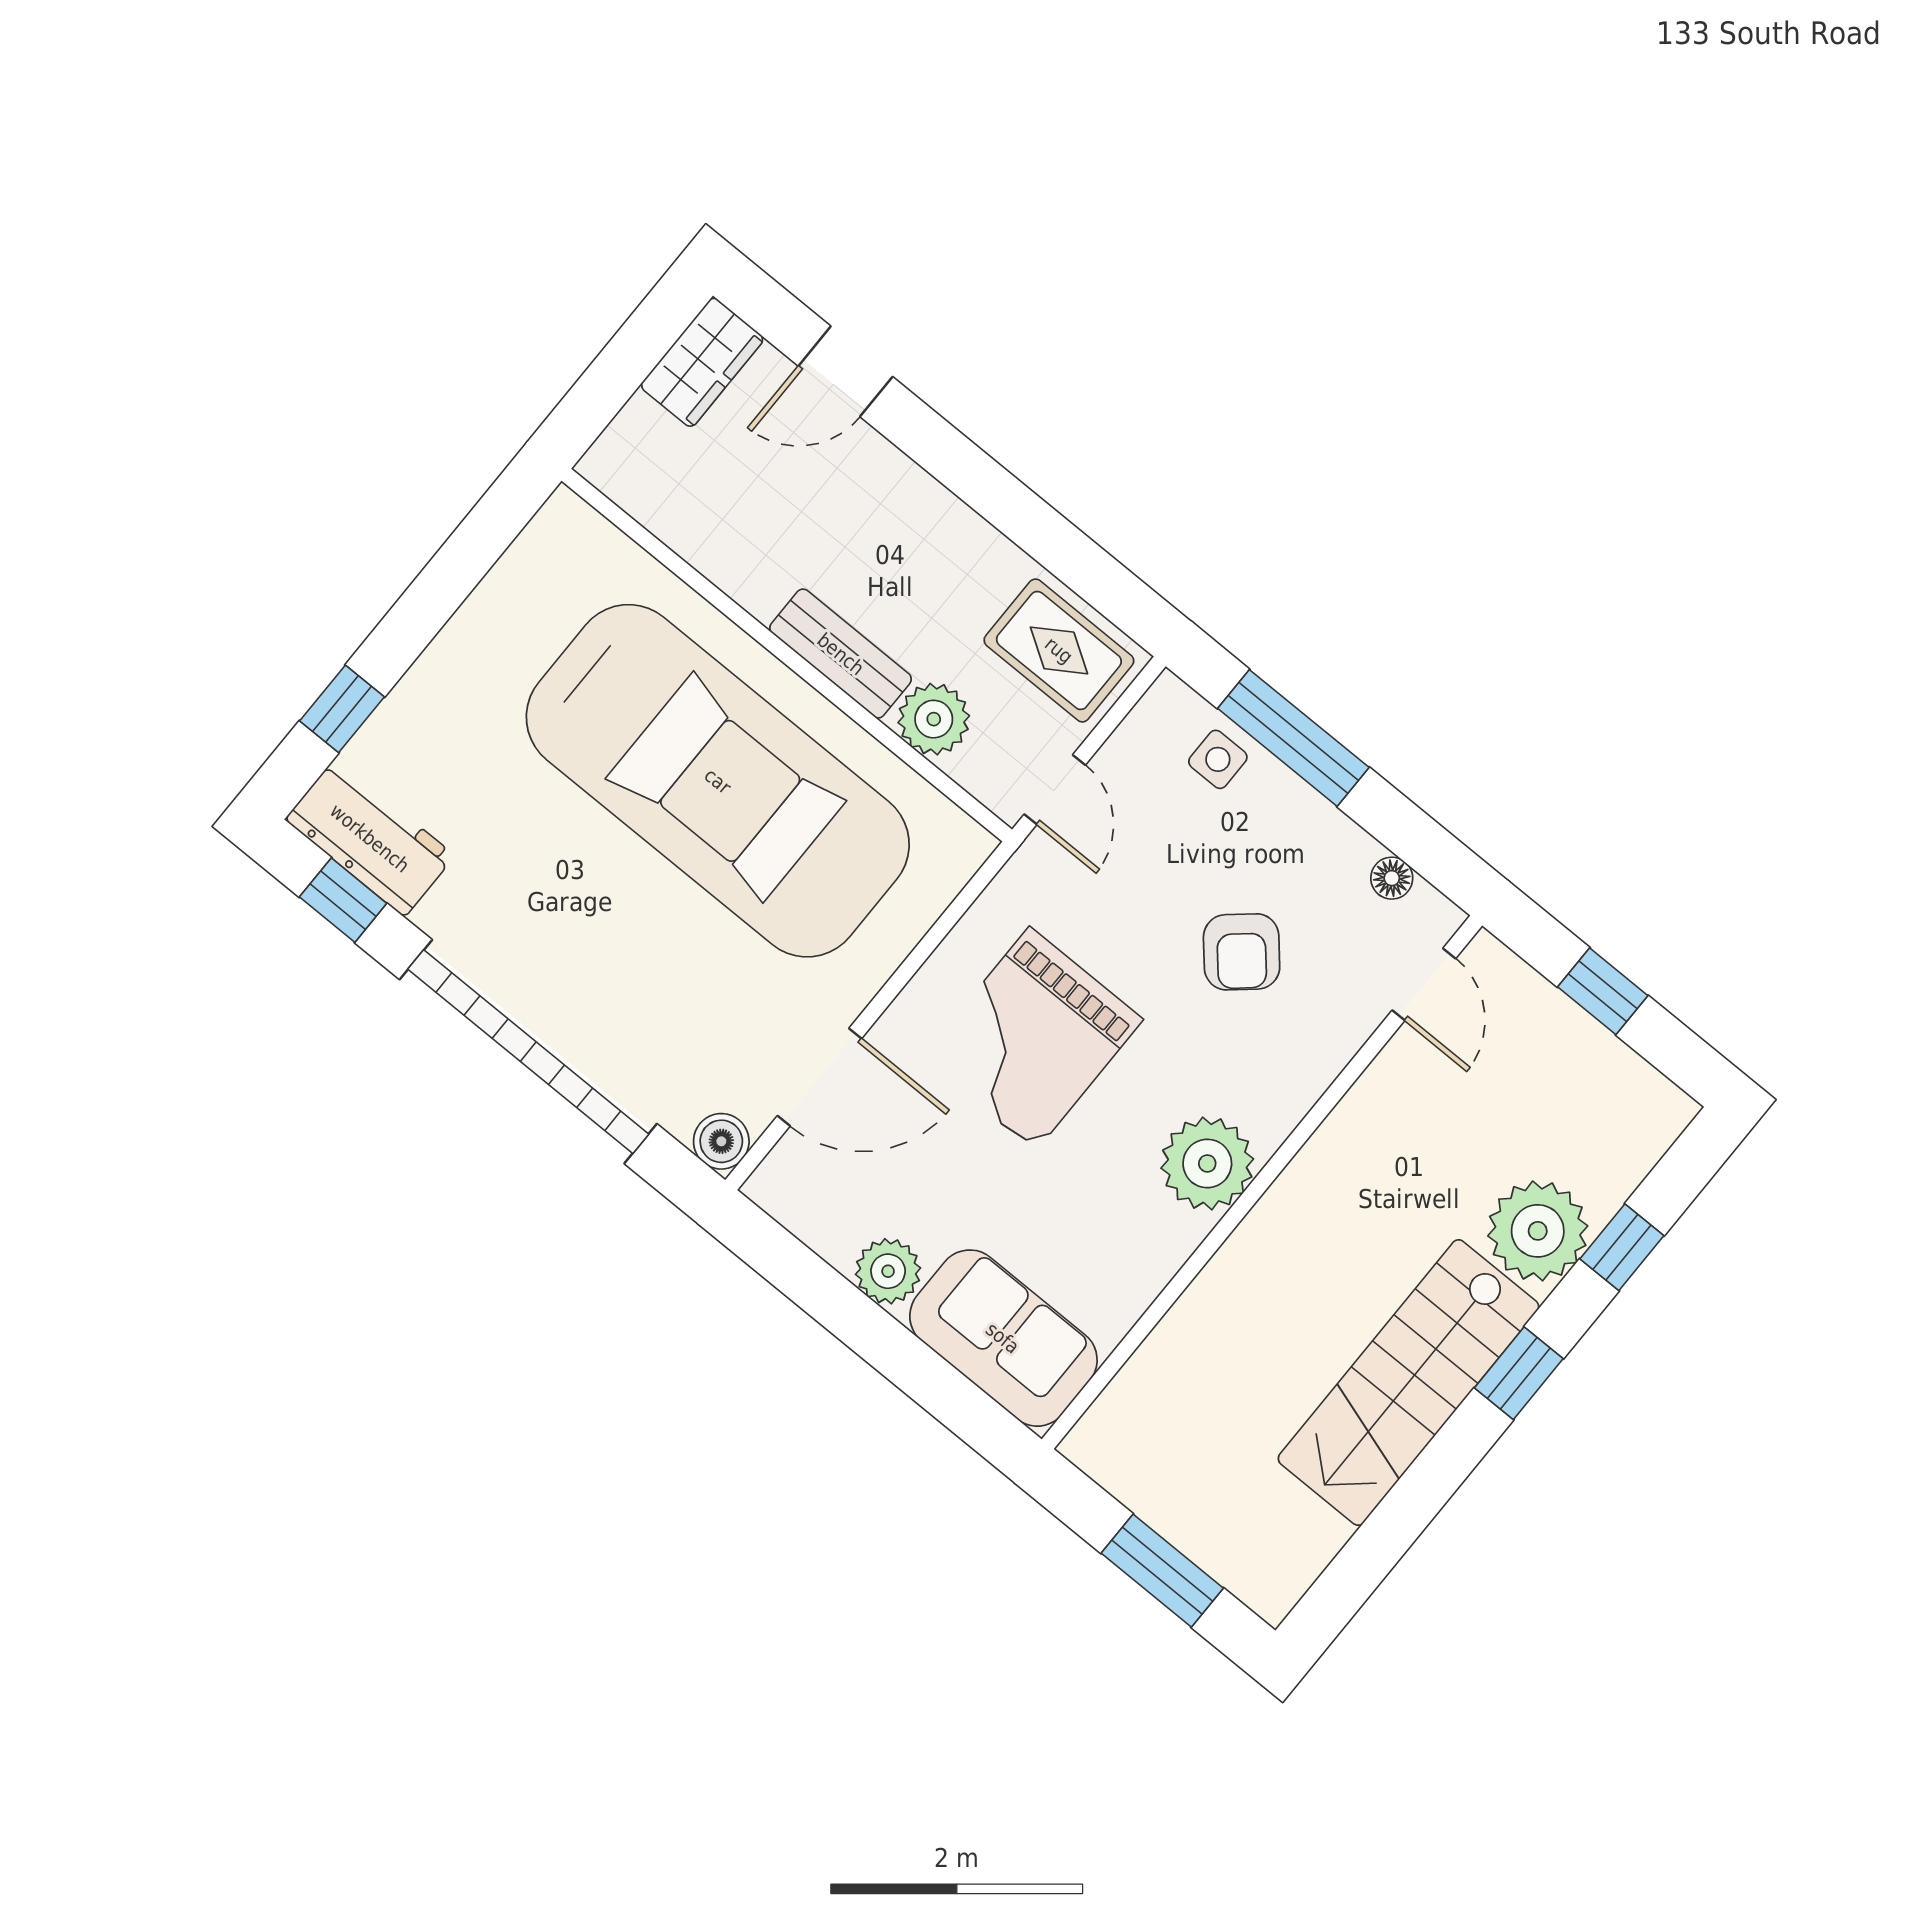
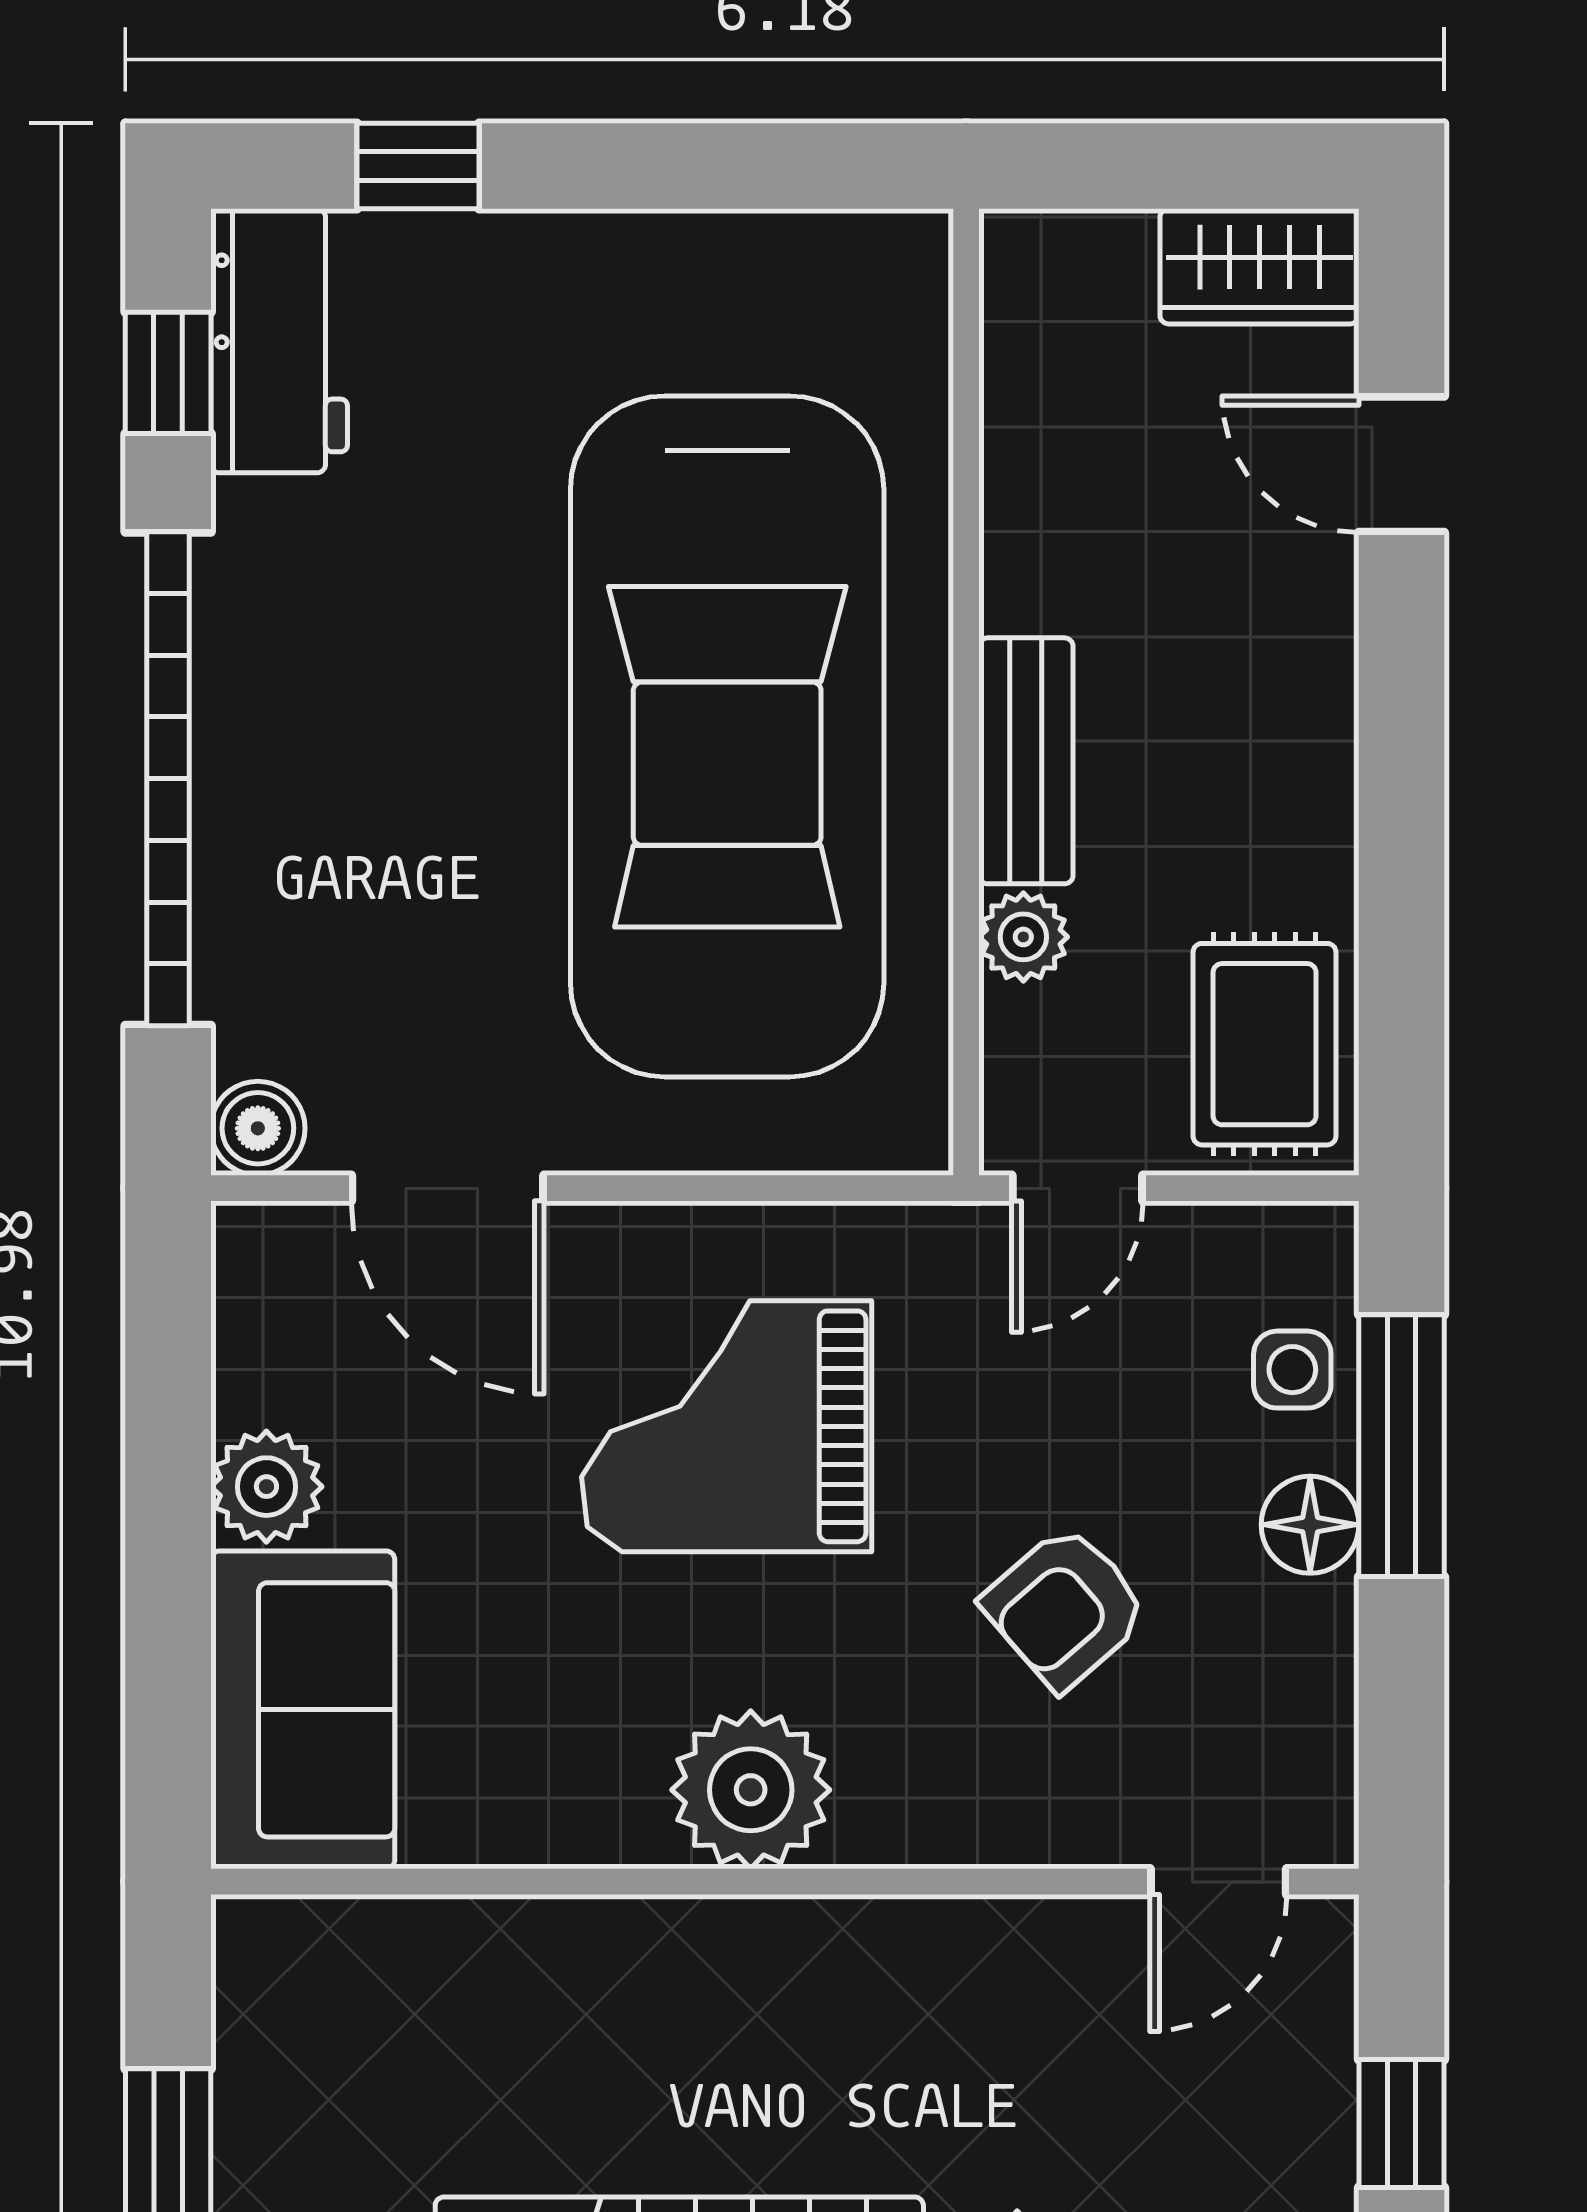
plant: (934, 719) -> (1023, 937), width x0.73, depth x0.73
floor lamp: (1392, 878) -> (1310, 1525), moved, width x1.37, depth x1.37

